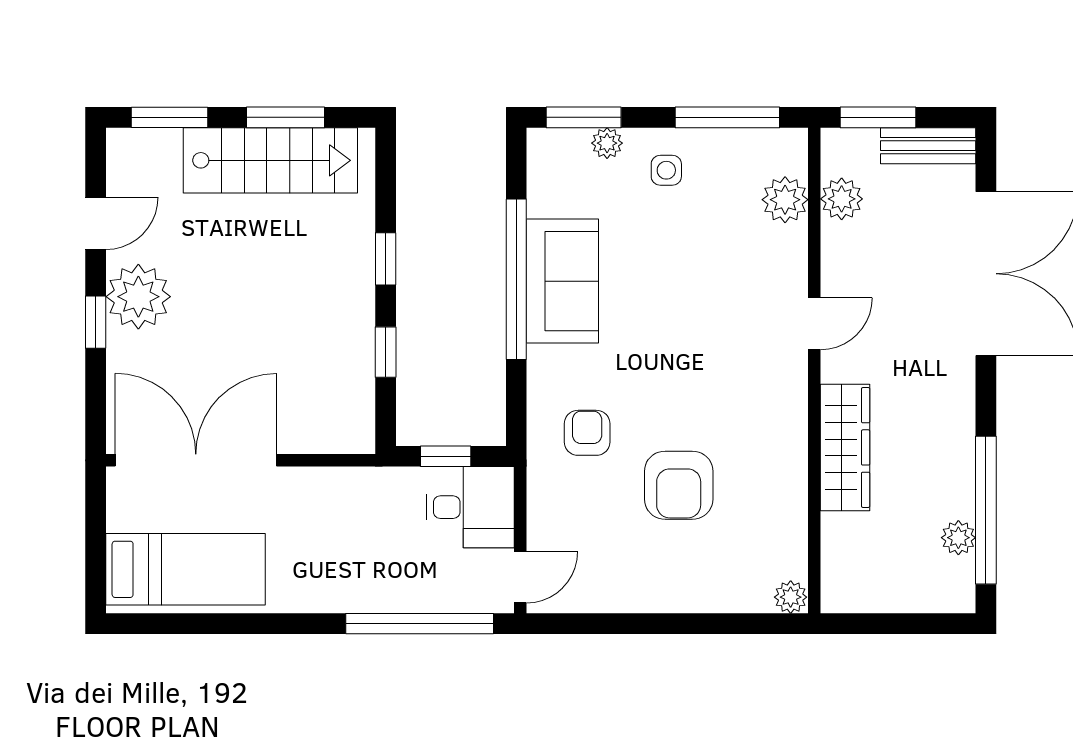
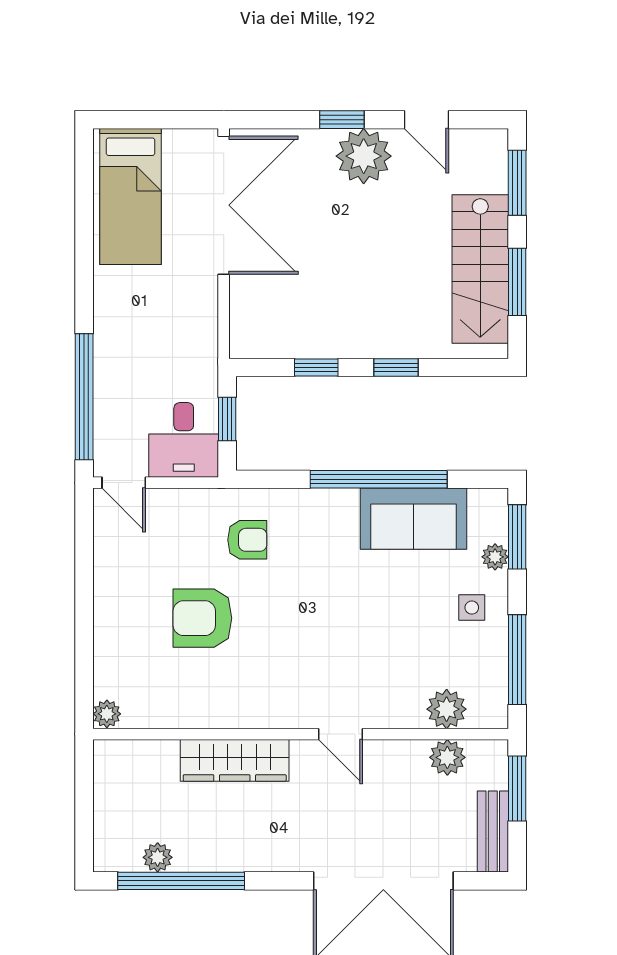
sofa: (562, 281) -> (413, 519), moved

